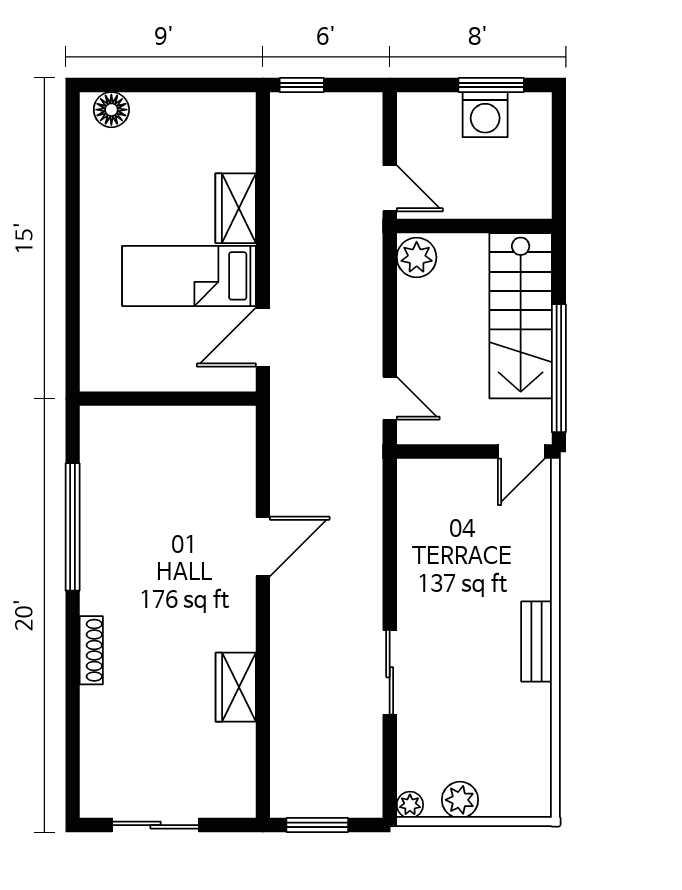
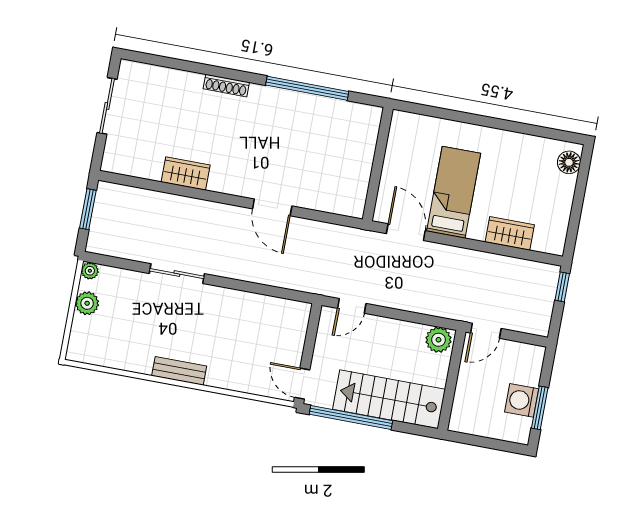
wardrobe: (236, 208) -> (510, 233), moved

